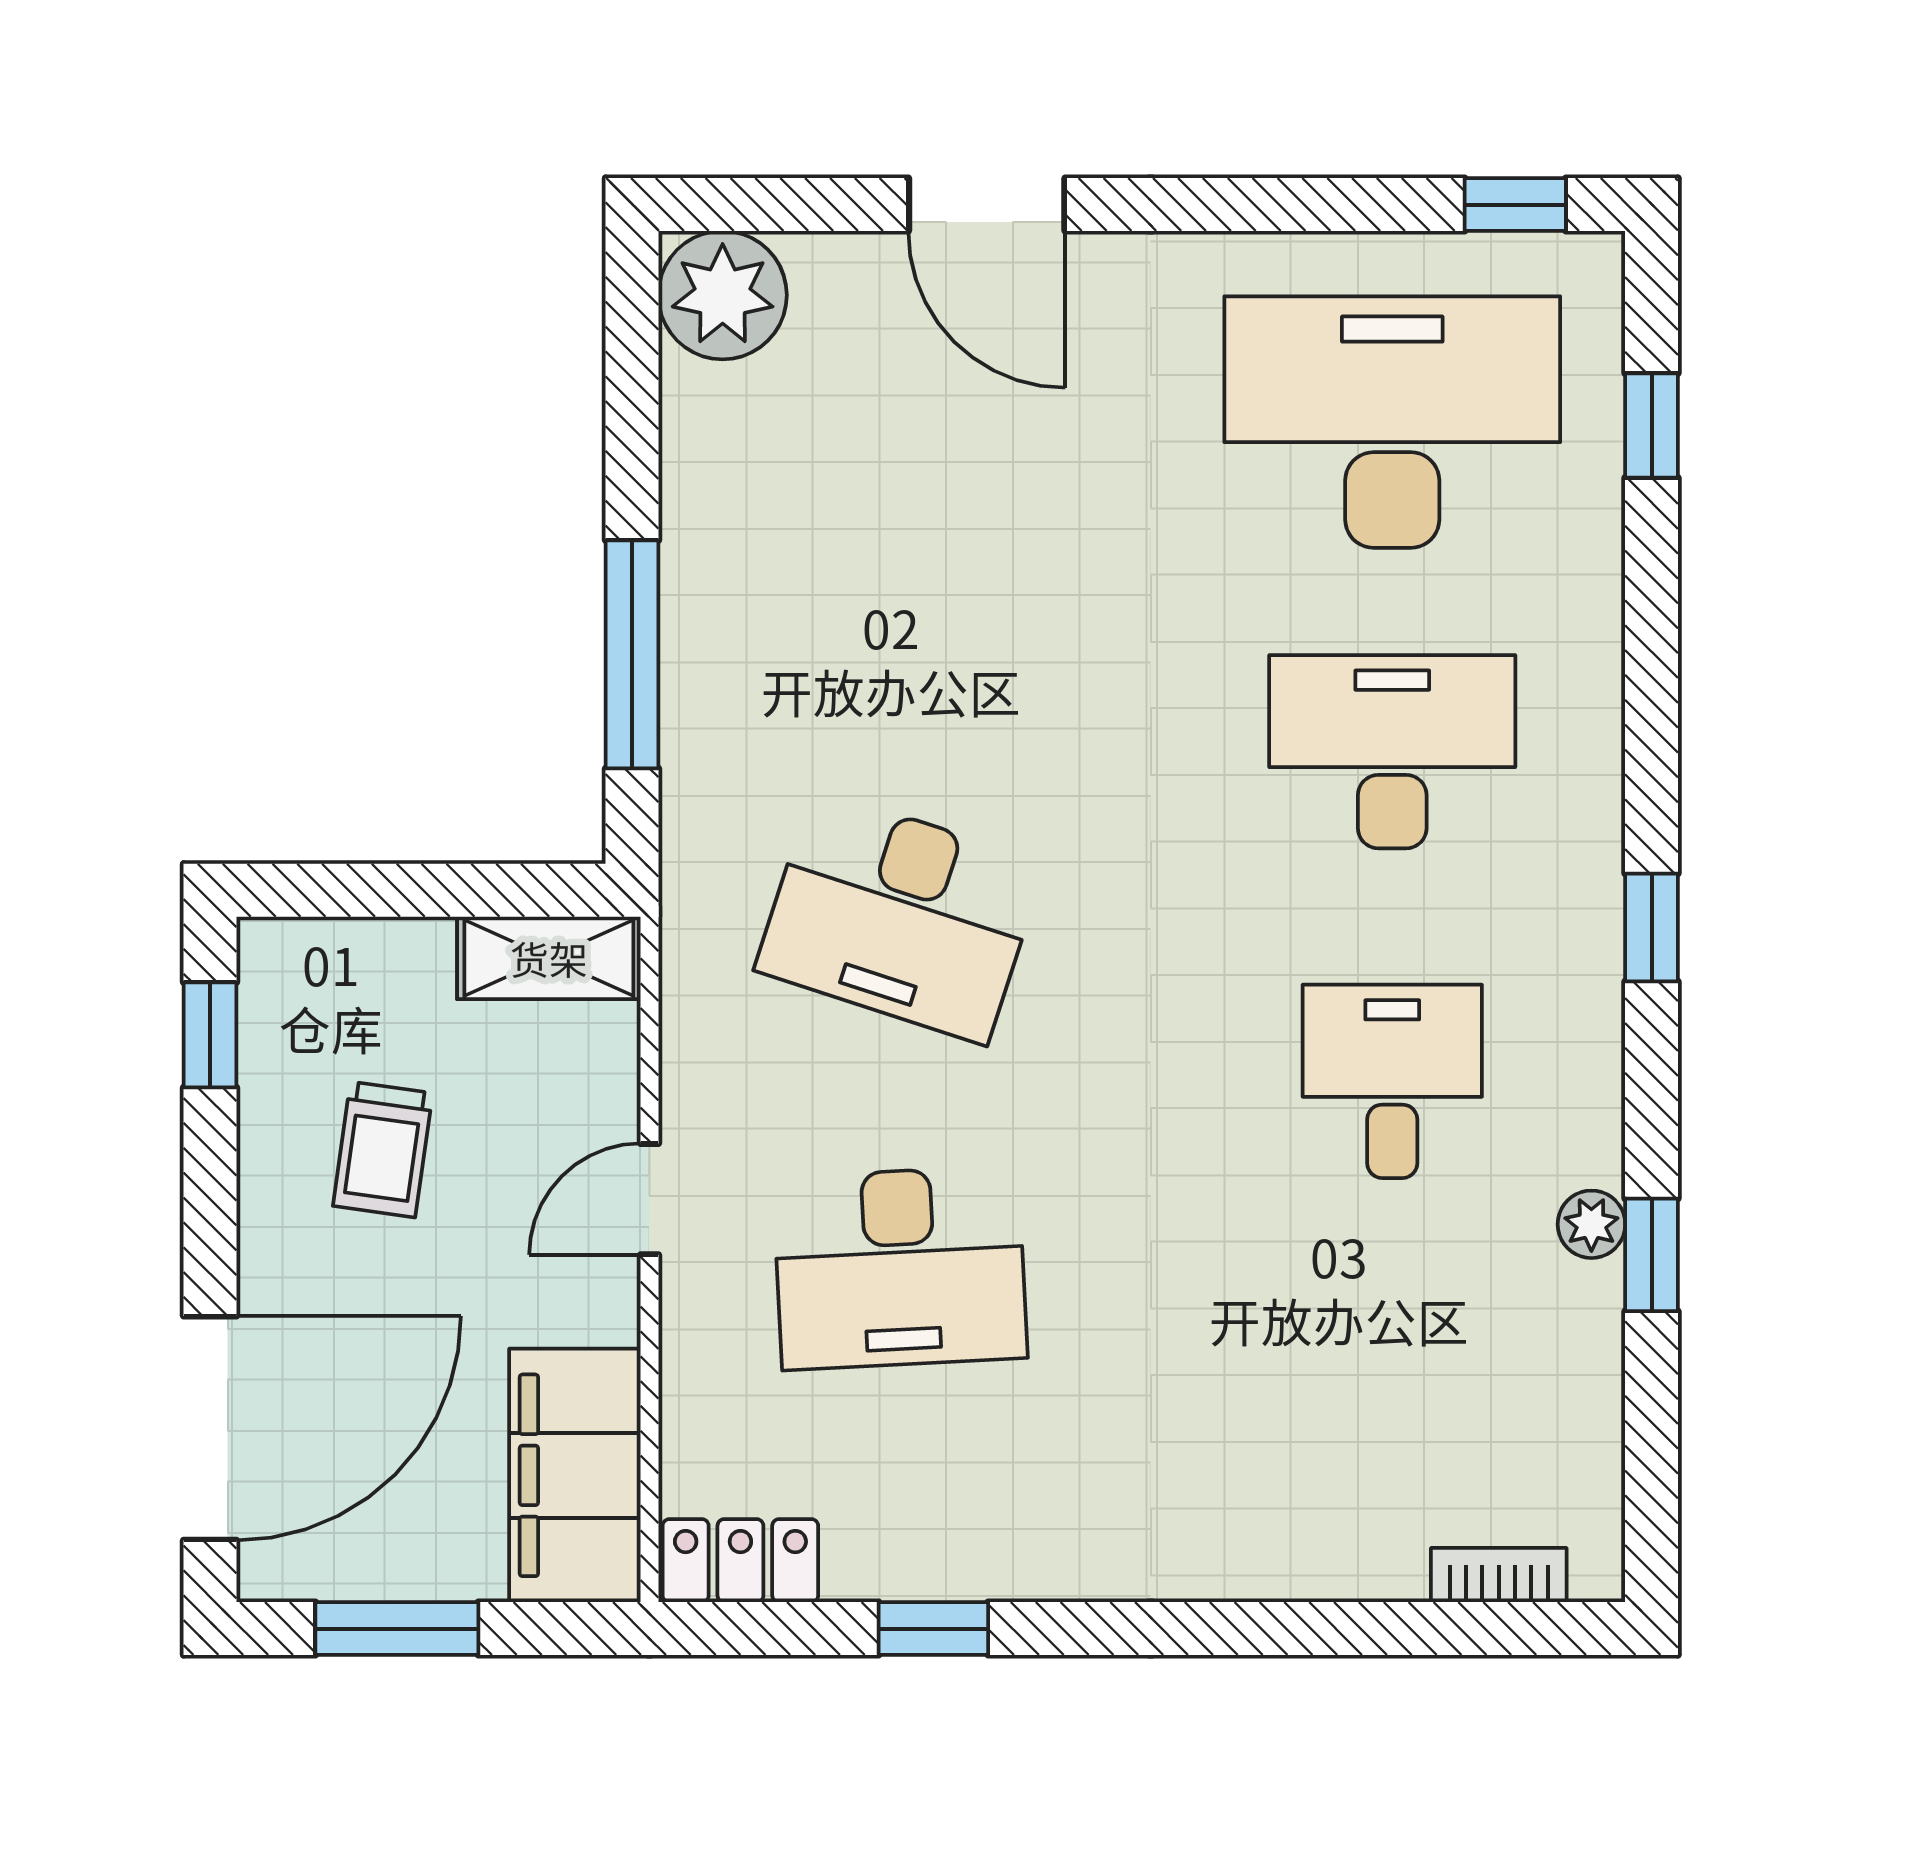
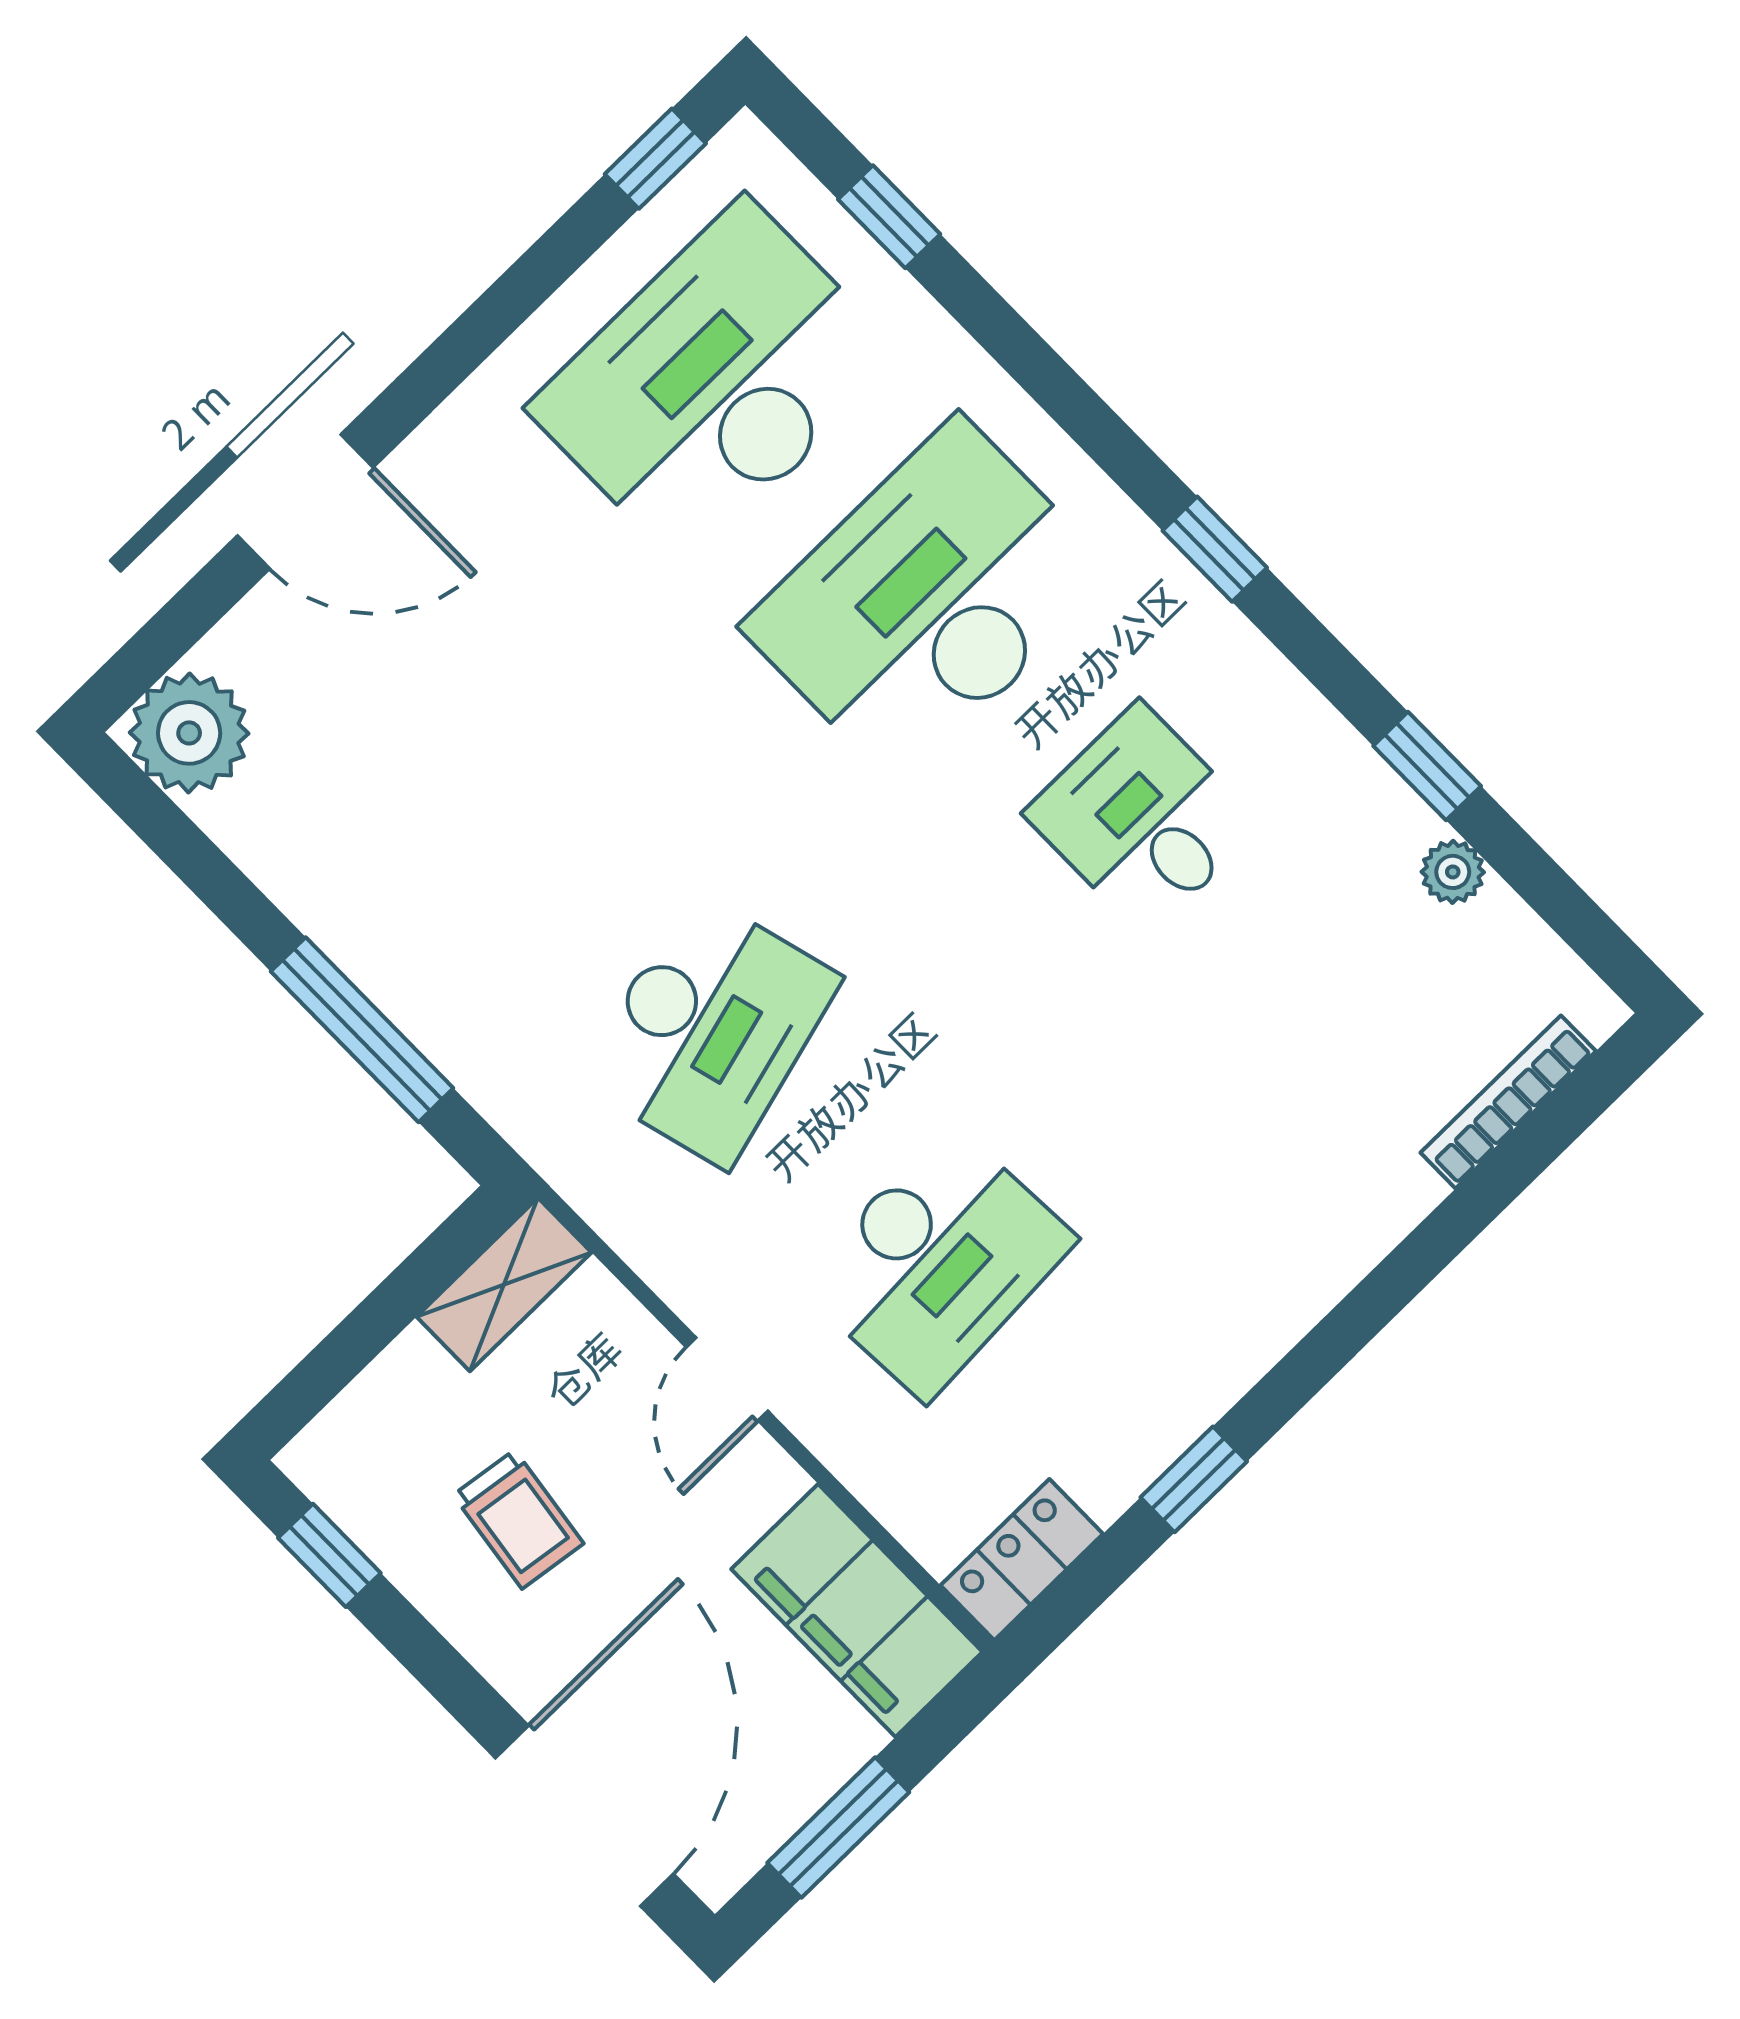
desk: (1392, 752) -> (929, 601), width x1.36, depth x1.30
desk: (900, 917) -> (710, 1029), turned -33
plant: (1591, 1224) -> (1453, 872), moved
bookcase: (1499, 1575) -> (1508, 1102), width x1.56

